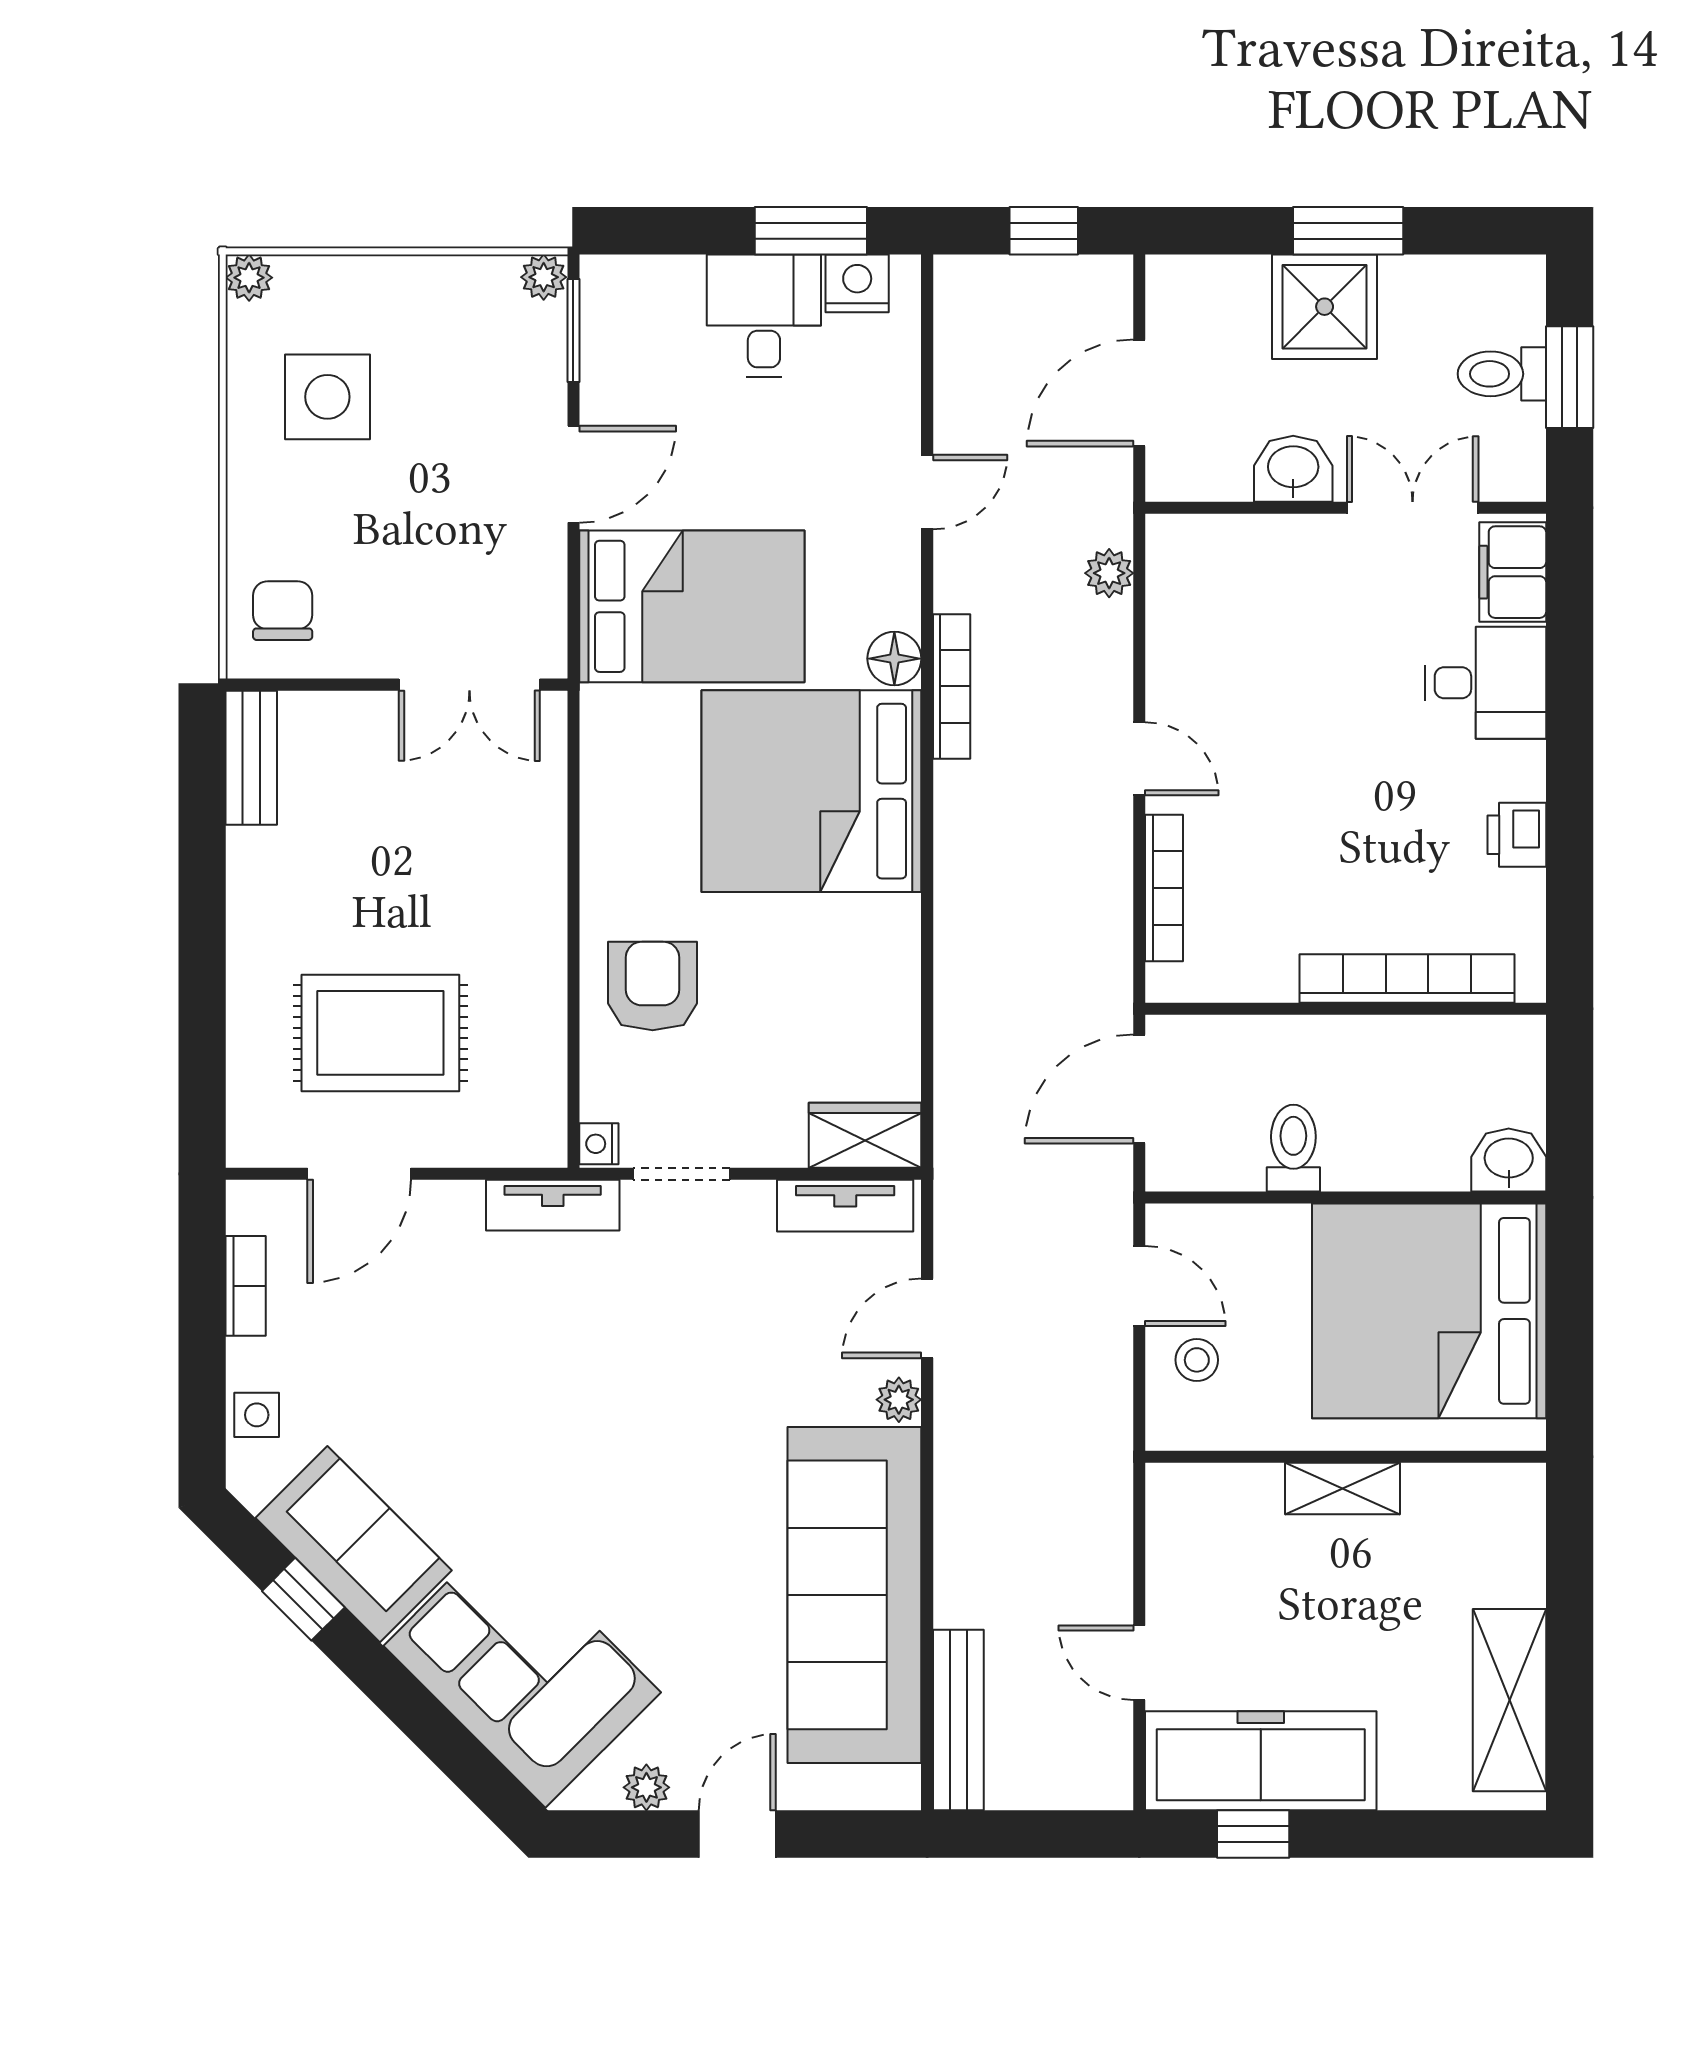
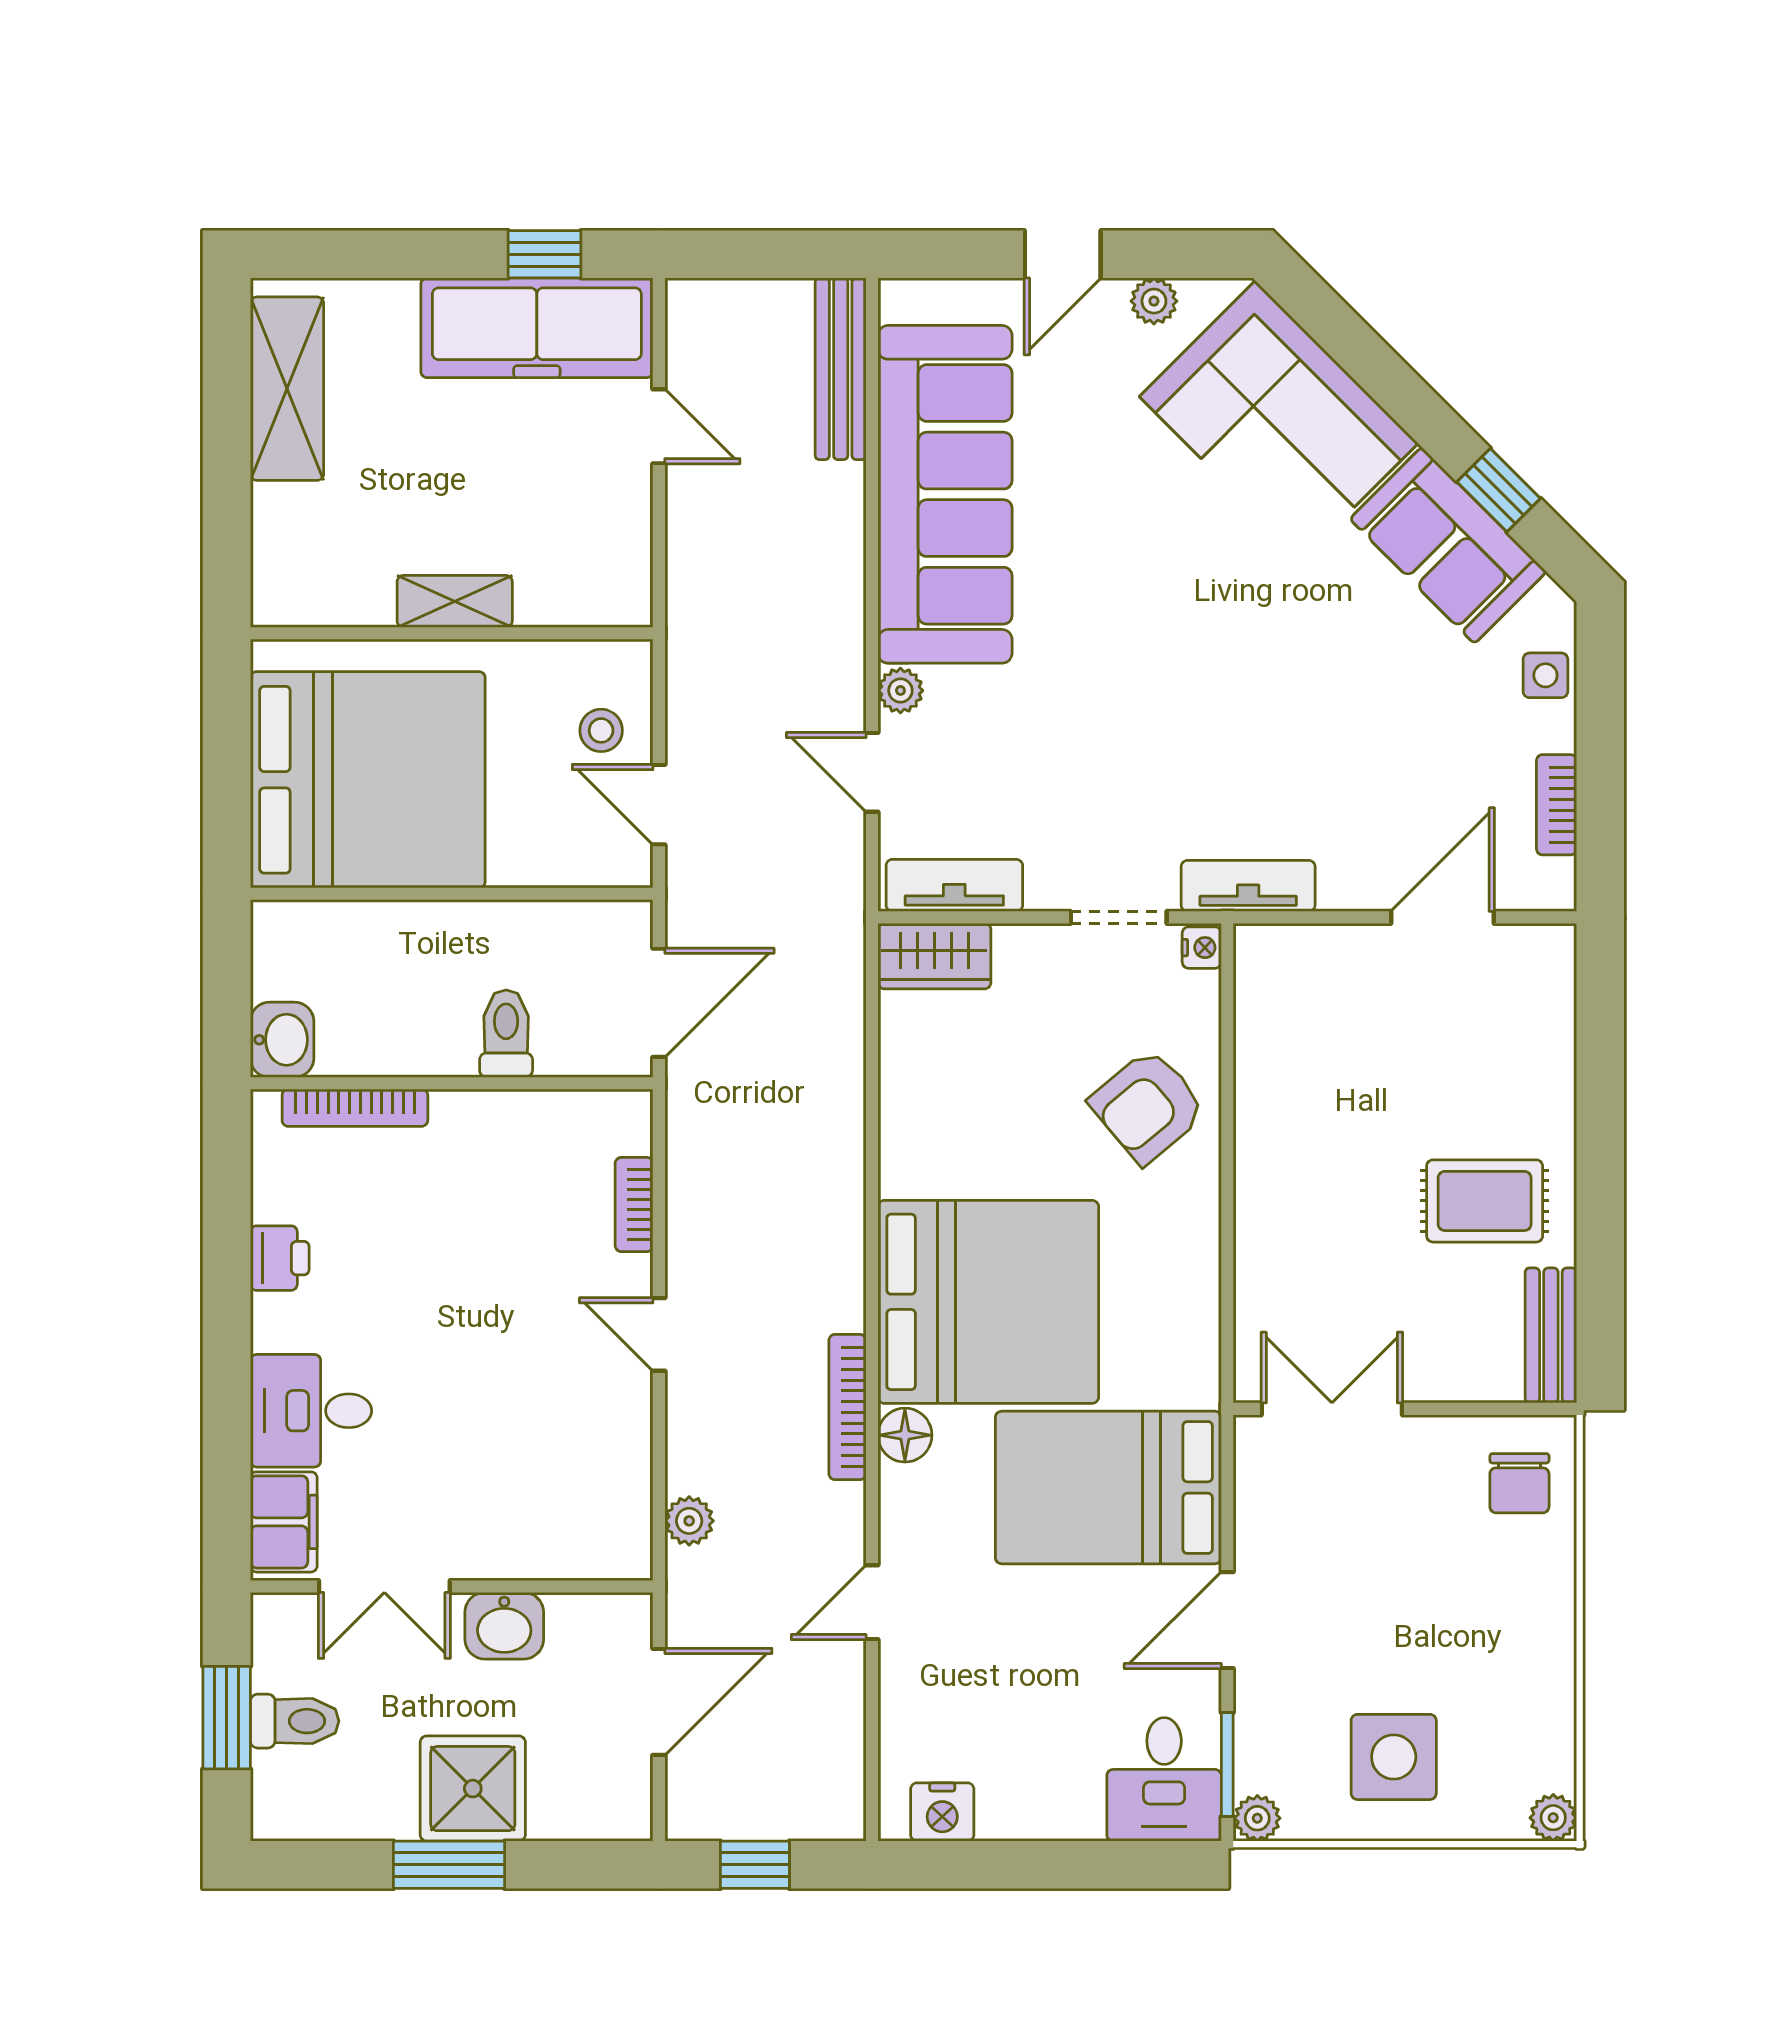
window: (811, 231) -> (989, 1865), removed
desk: (764, 316) -> (1164, 1779), moved
side table: (327, 397) -> (1394, 1757), moved
bookcase: (1164, 888) -> (634, 1205), width x0.64
bookcase: (1407, 979) -> (355, 1108), width x0.68, depth x0.76
armchair: (653, 986) -> (1148, 1106), turned 50
rug: (380, 1033) -> (1485, 1201), moved, width x0.73, depth x0.70
toilet: (1293, 1148) -> (506, 1034), moved, turned 180
washbasin: (1509, 1160) -> (282, 1040), moved, turned -90
door: (927, 1318) -> (872, 772), swing flipped

